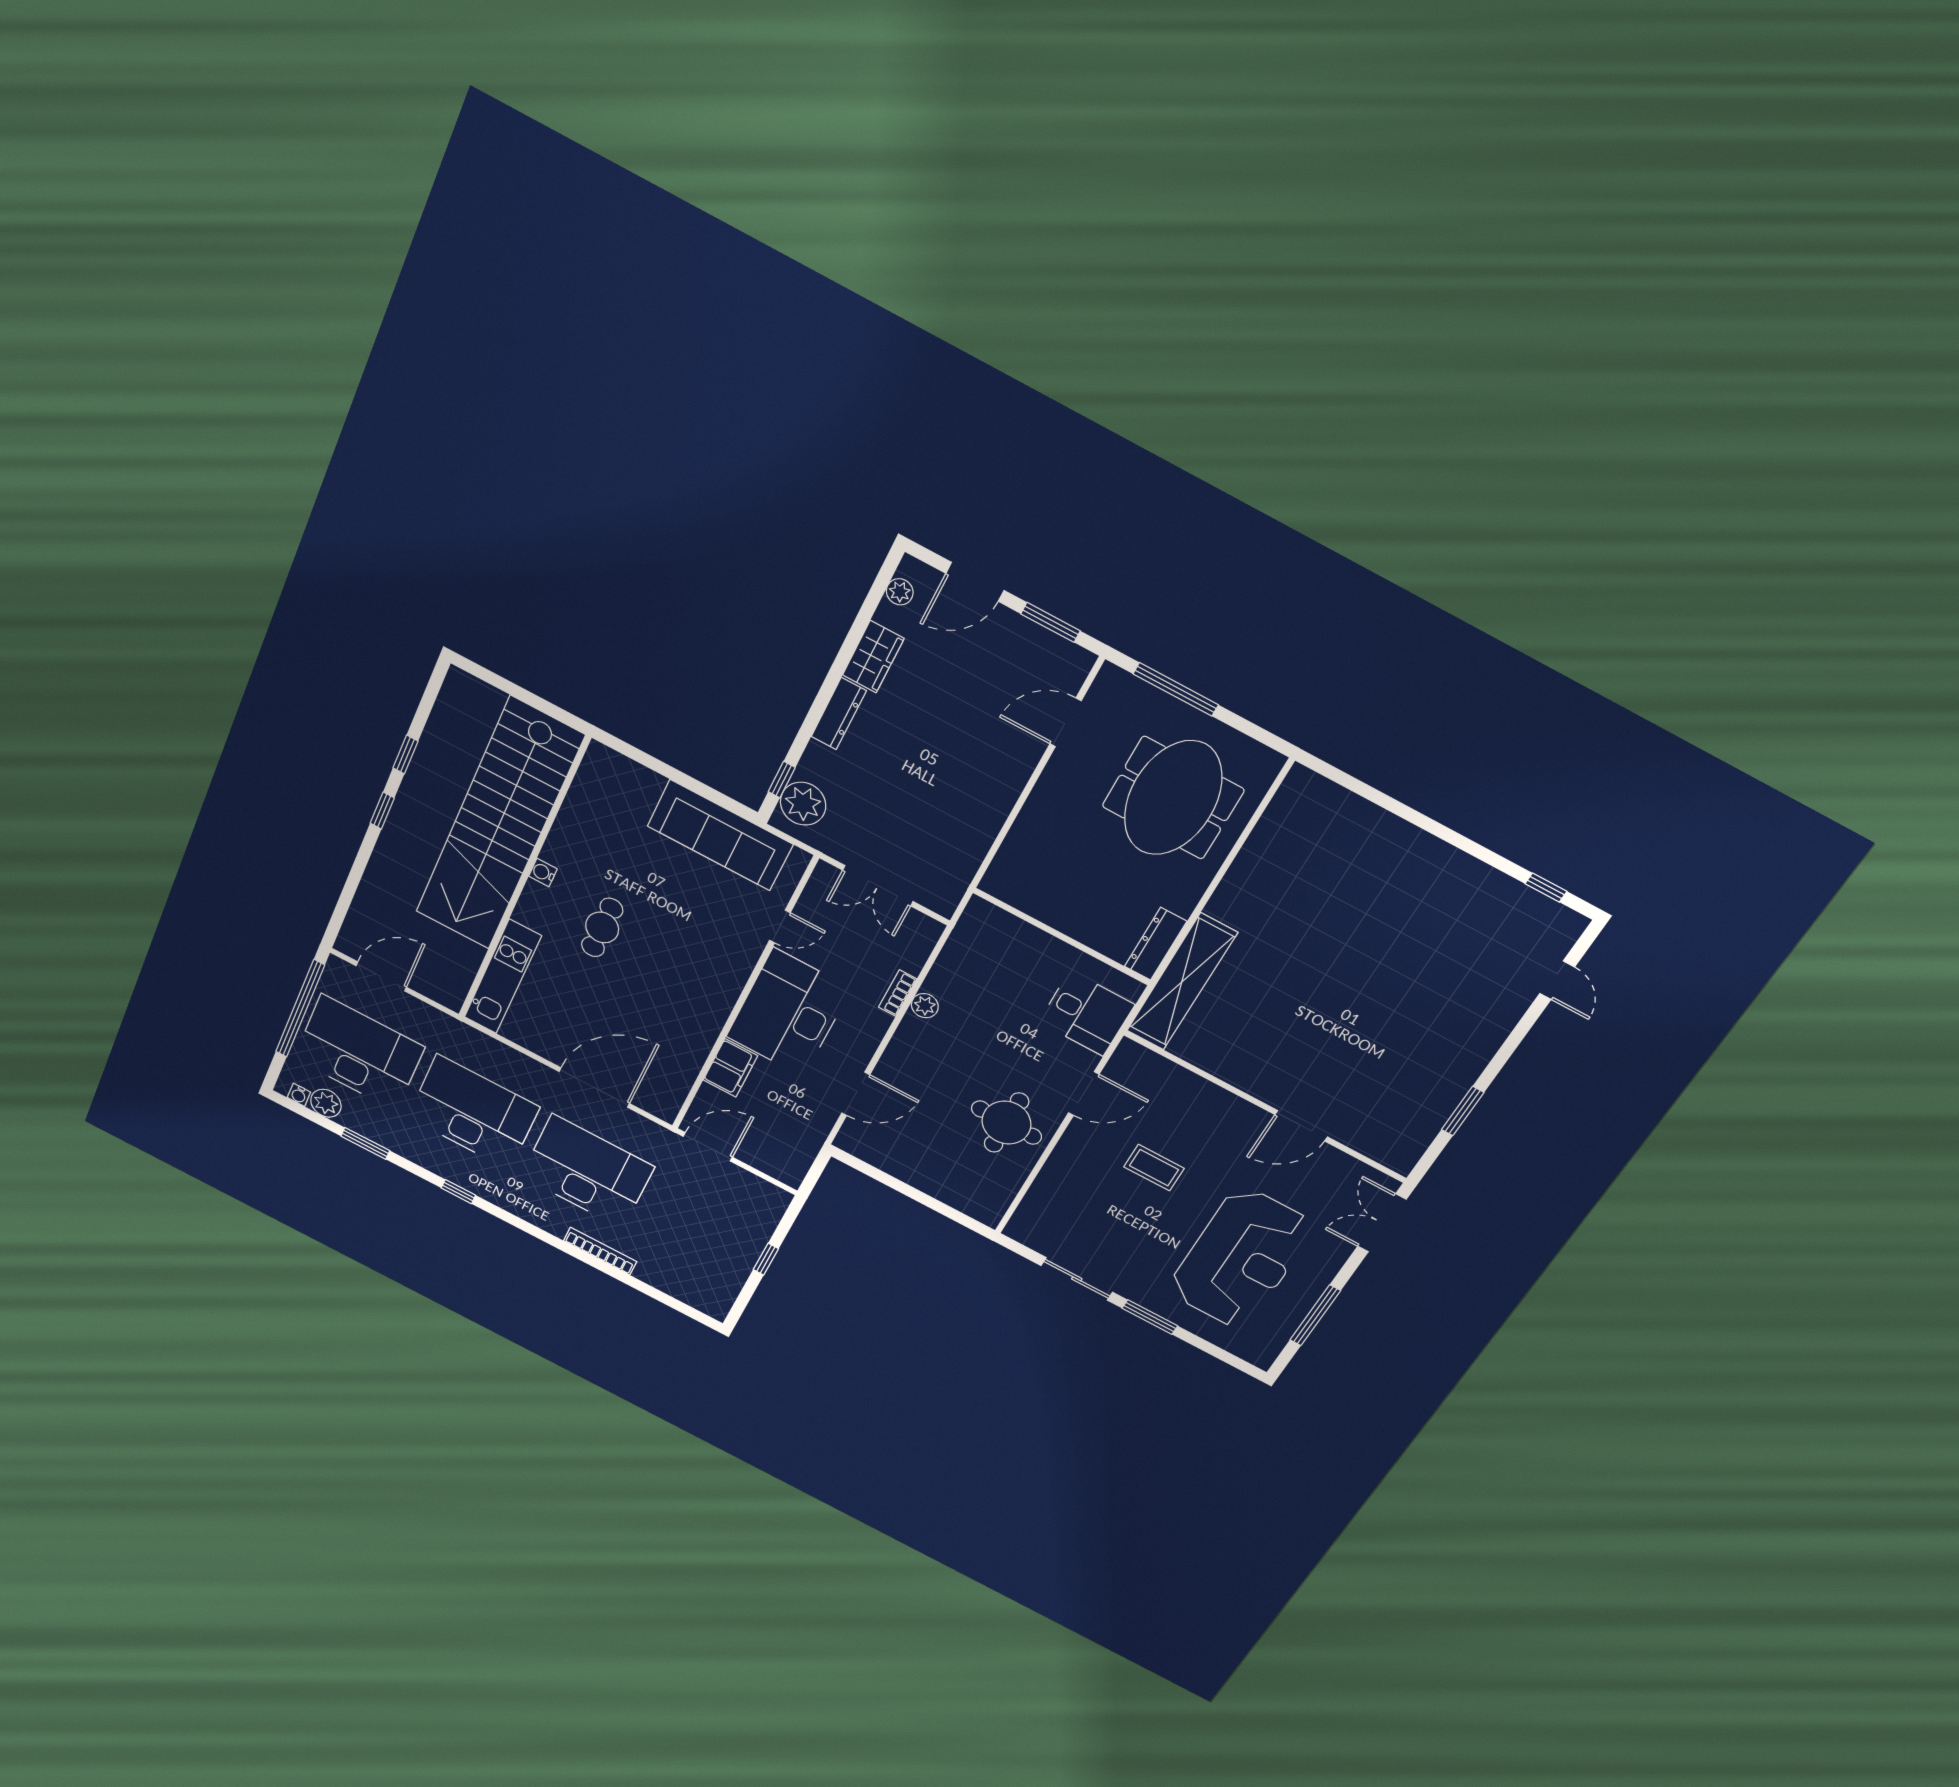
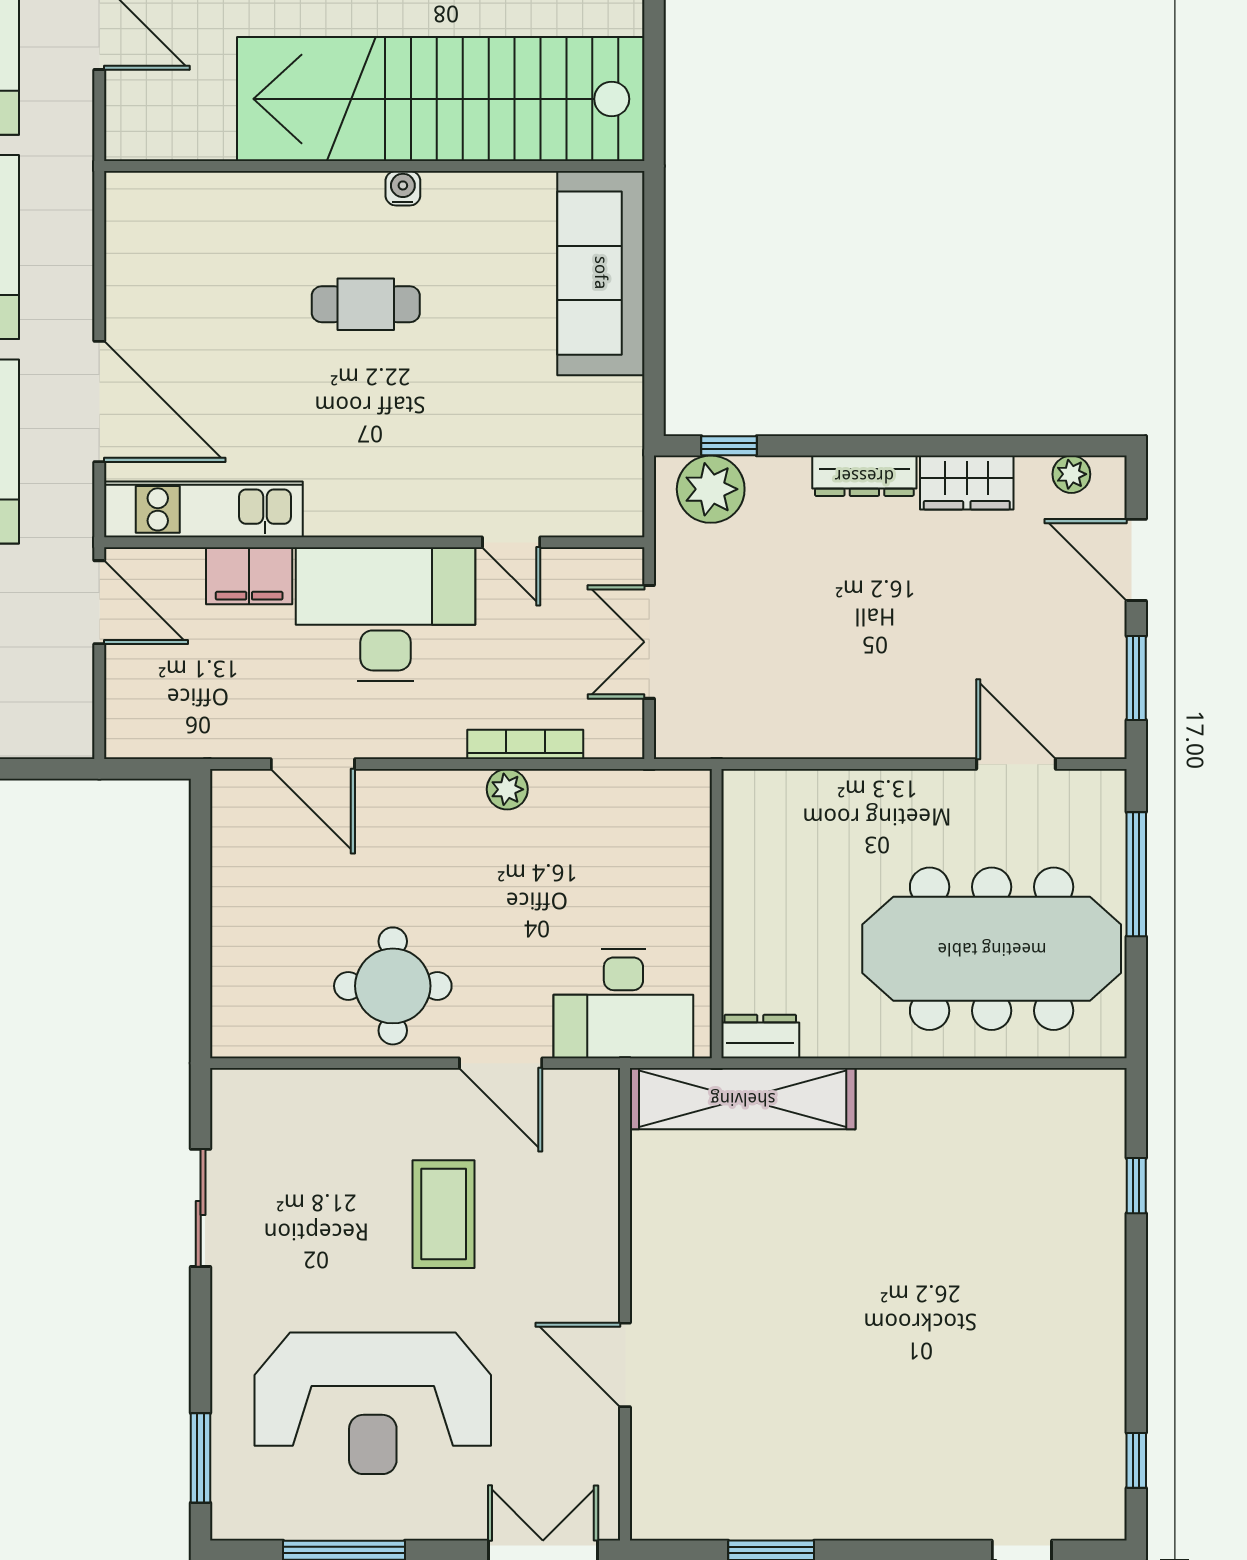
window: (1373, 795) -> (1136, 1186), added
meeting table: (1173, 798) -> (992, 949), width x1.36
sofa: (720, 835) -> (601, 273), moved
dresser: (1156, 944) -> (760, 1036), width x0.70
kitchen unit: (503, 977) -> (203, 509), moved, turned 180
bookcase: (898, 993) -> (525, 744), width x1.56
desk: (1087, 1013) -> (623, 1003), width x1.37
coffee table: (1154, 1168) -> (444, 1214), width x1.36, depth x1.30
window: (1150, 1317) -> (201, 1458), moved

